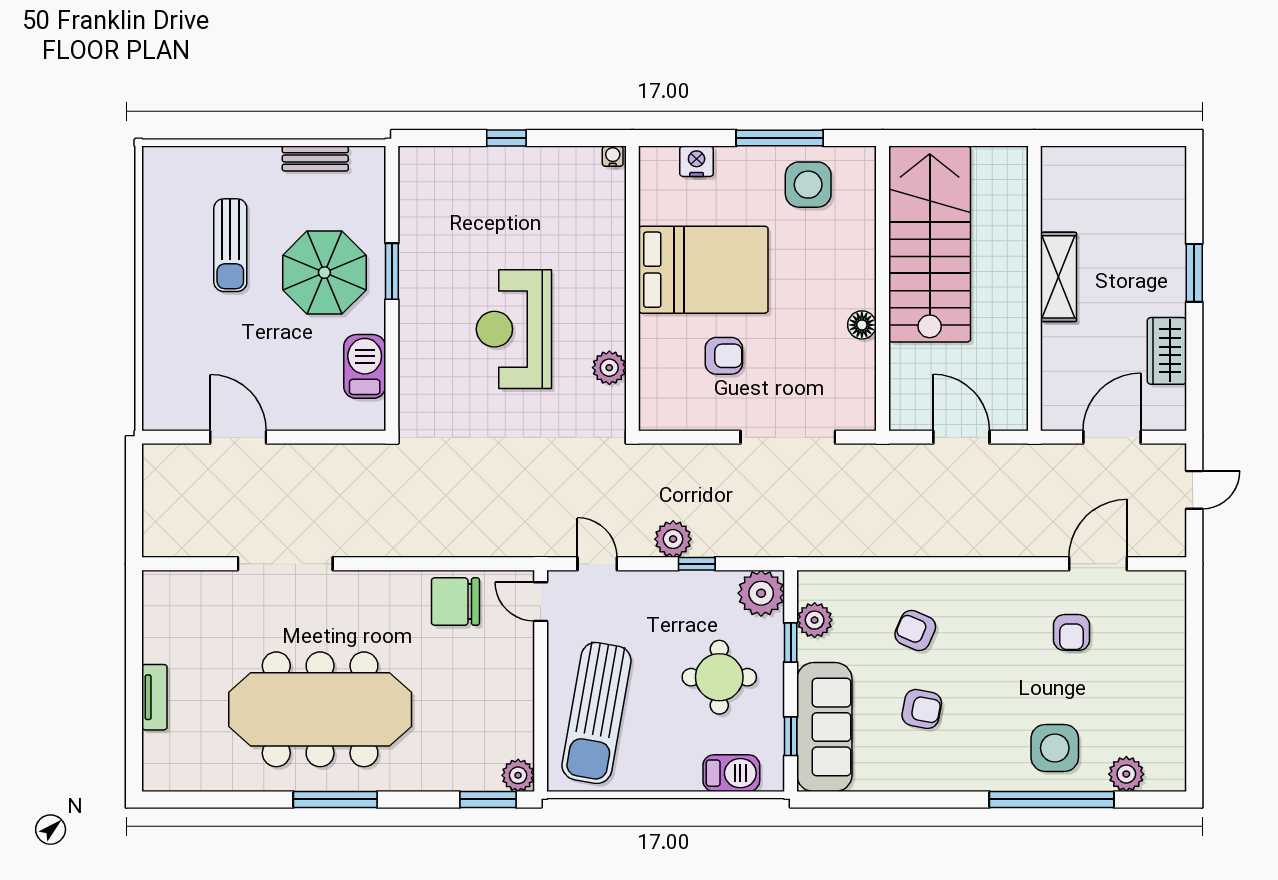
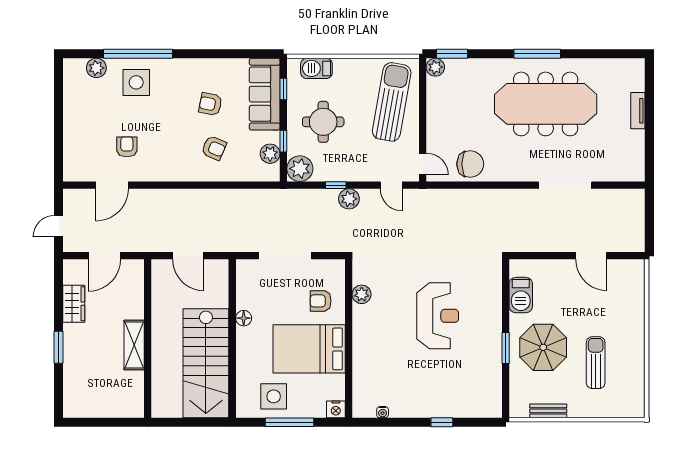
bed: (703, 270) -> (309, 349), moved
wall: (632, 288) -> (349, 339), moved
plant: (609, 368) -> (362, 294), moved

